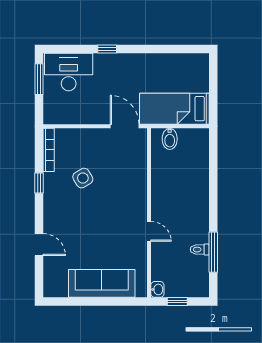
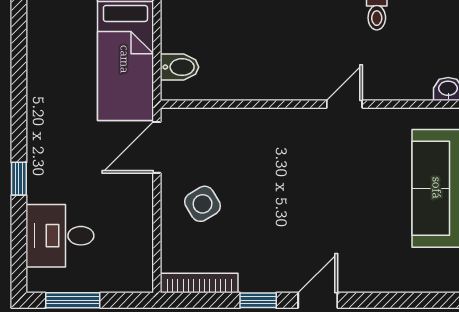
desk: (69, 72) -> (60, 236), width x0.73
side table: (83, 178) -> (203, 204), moved
door: (39, 245) -> (318, 300), moved

